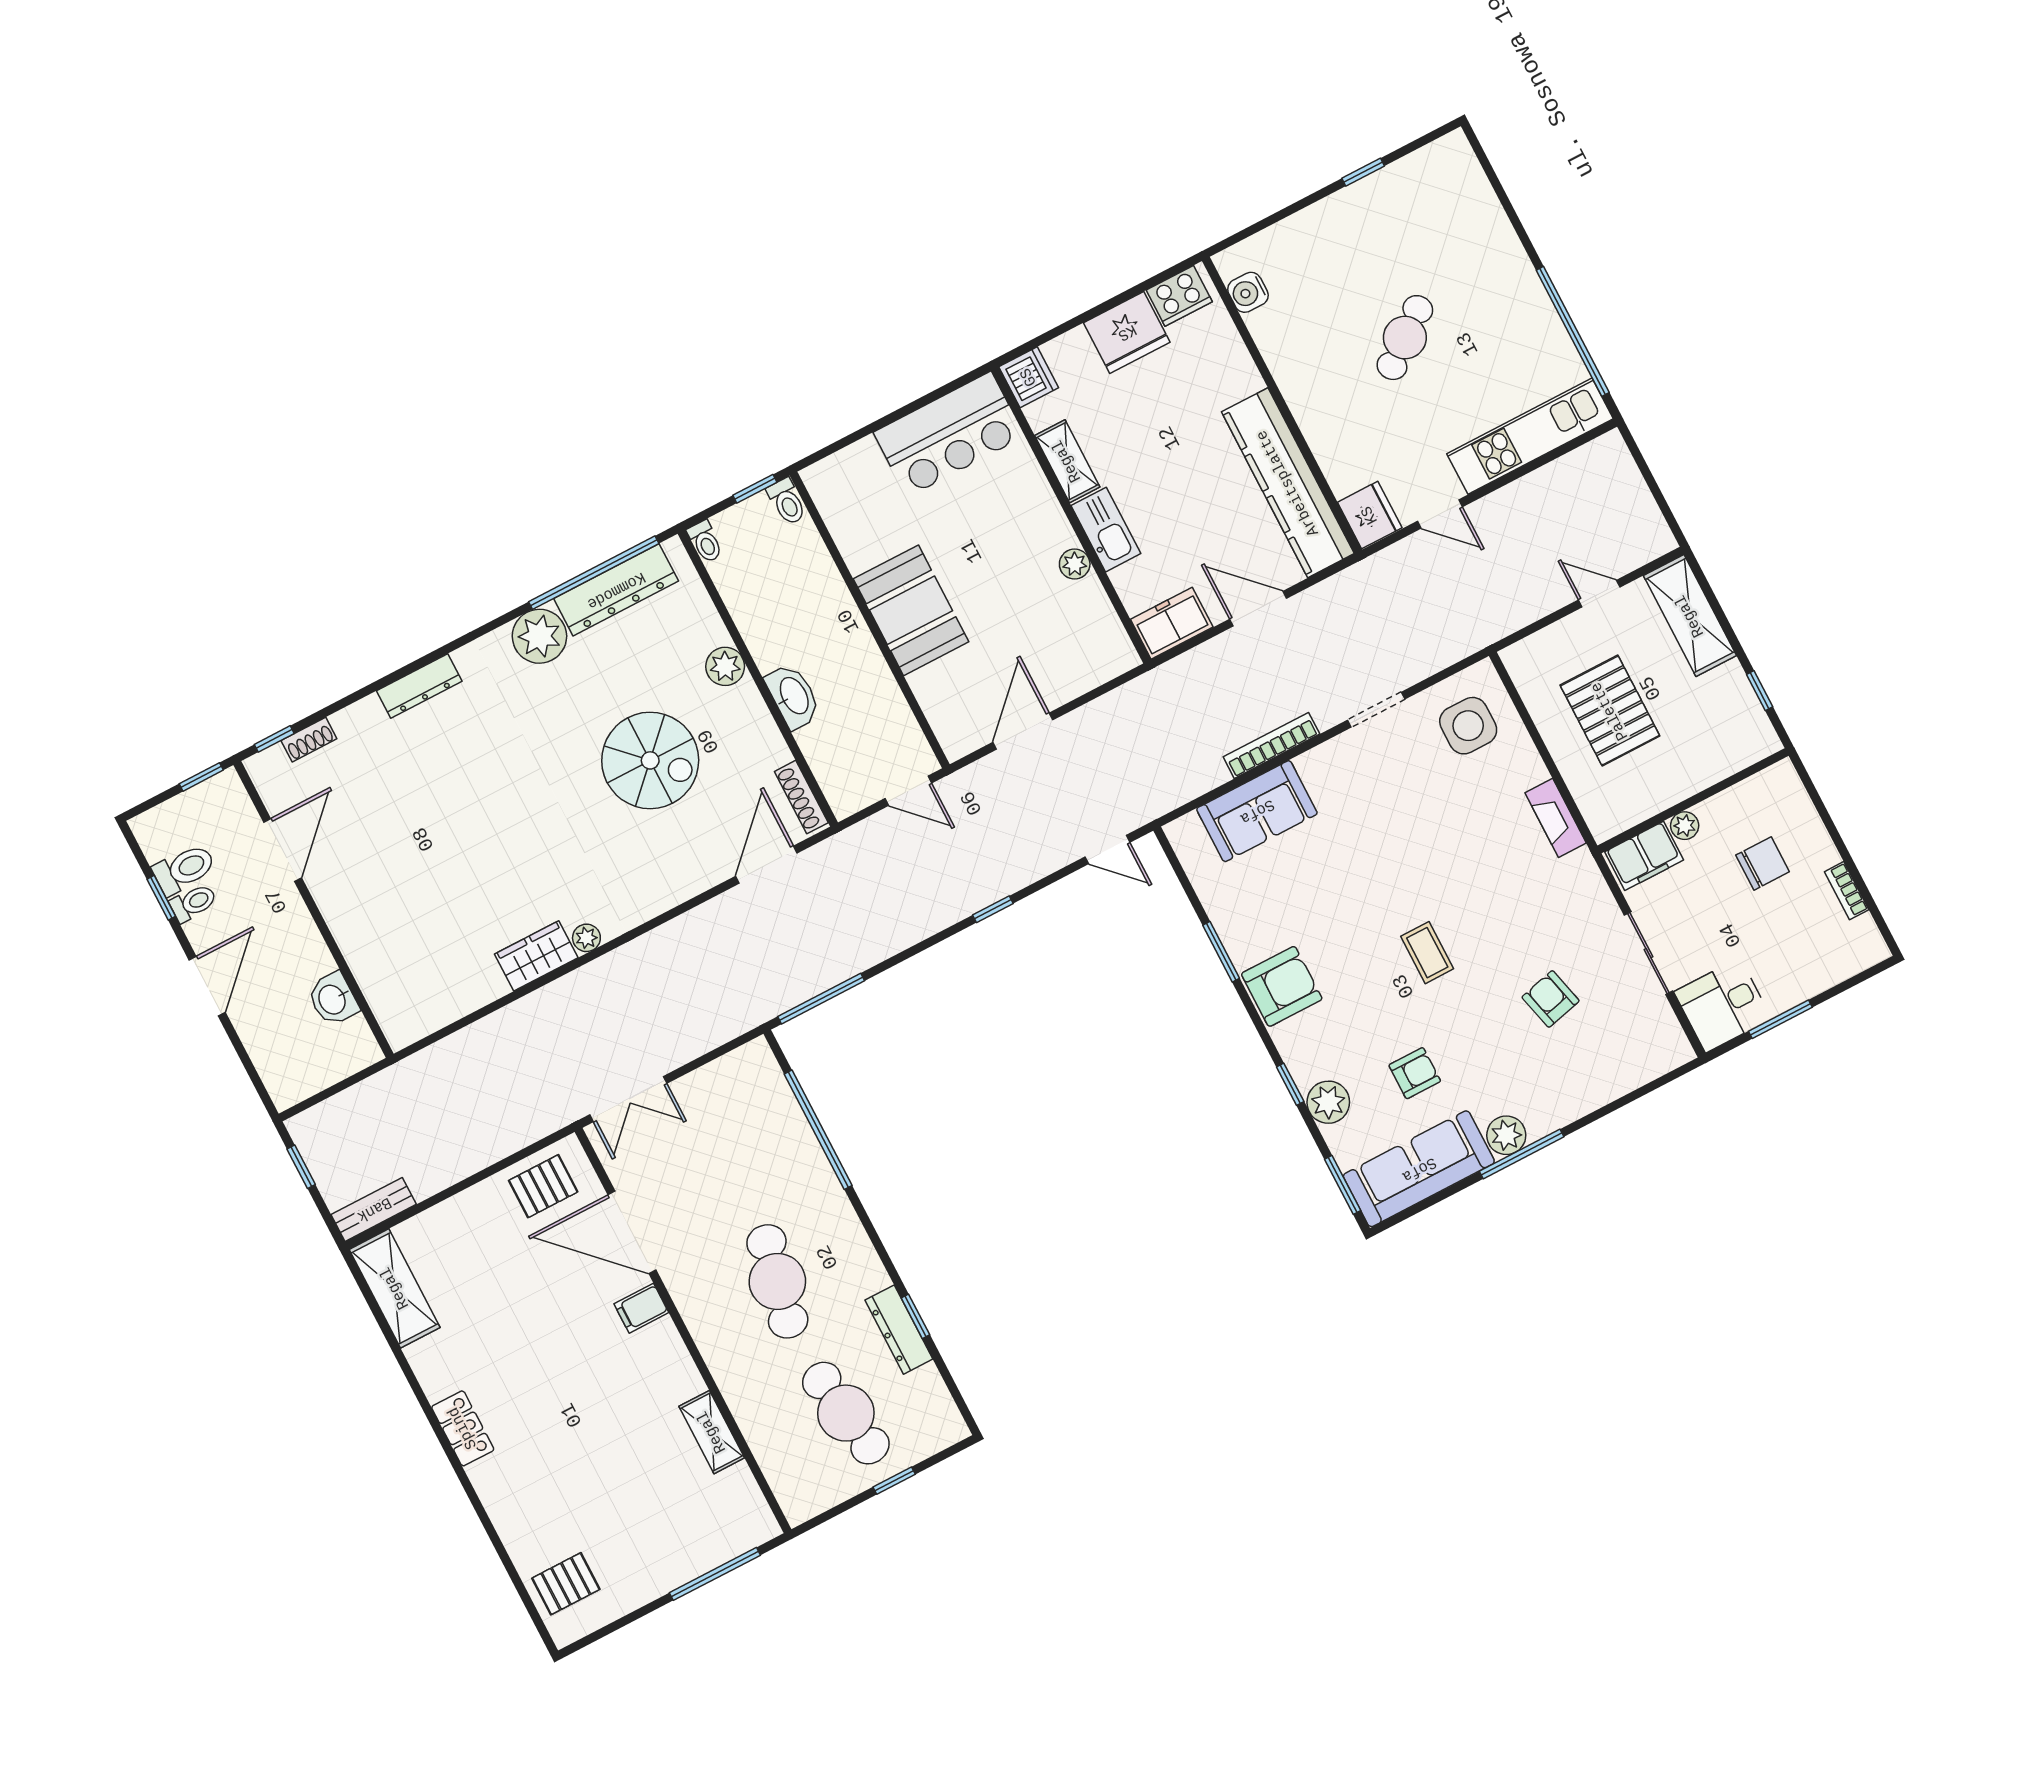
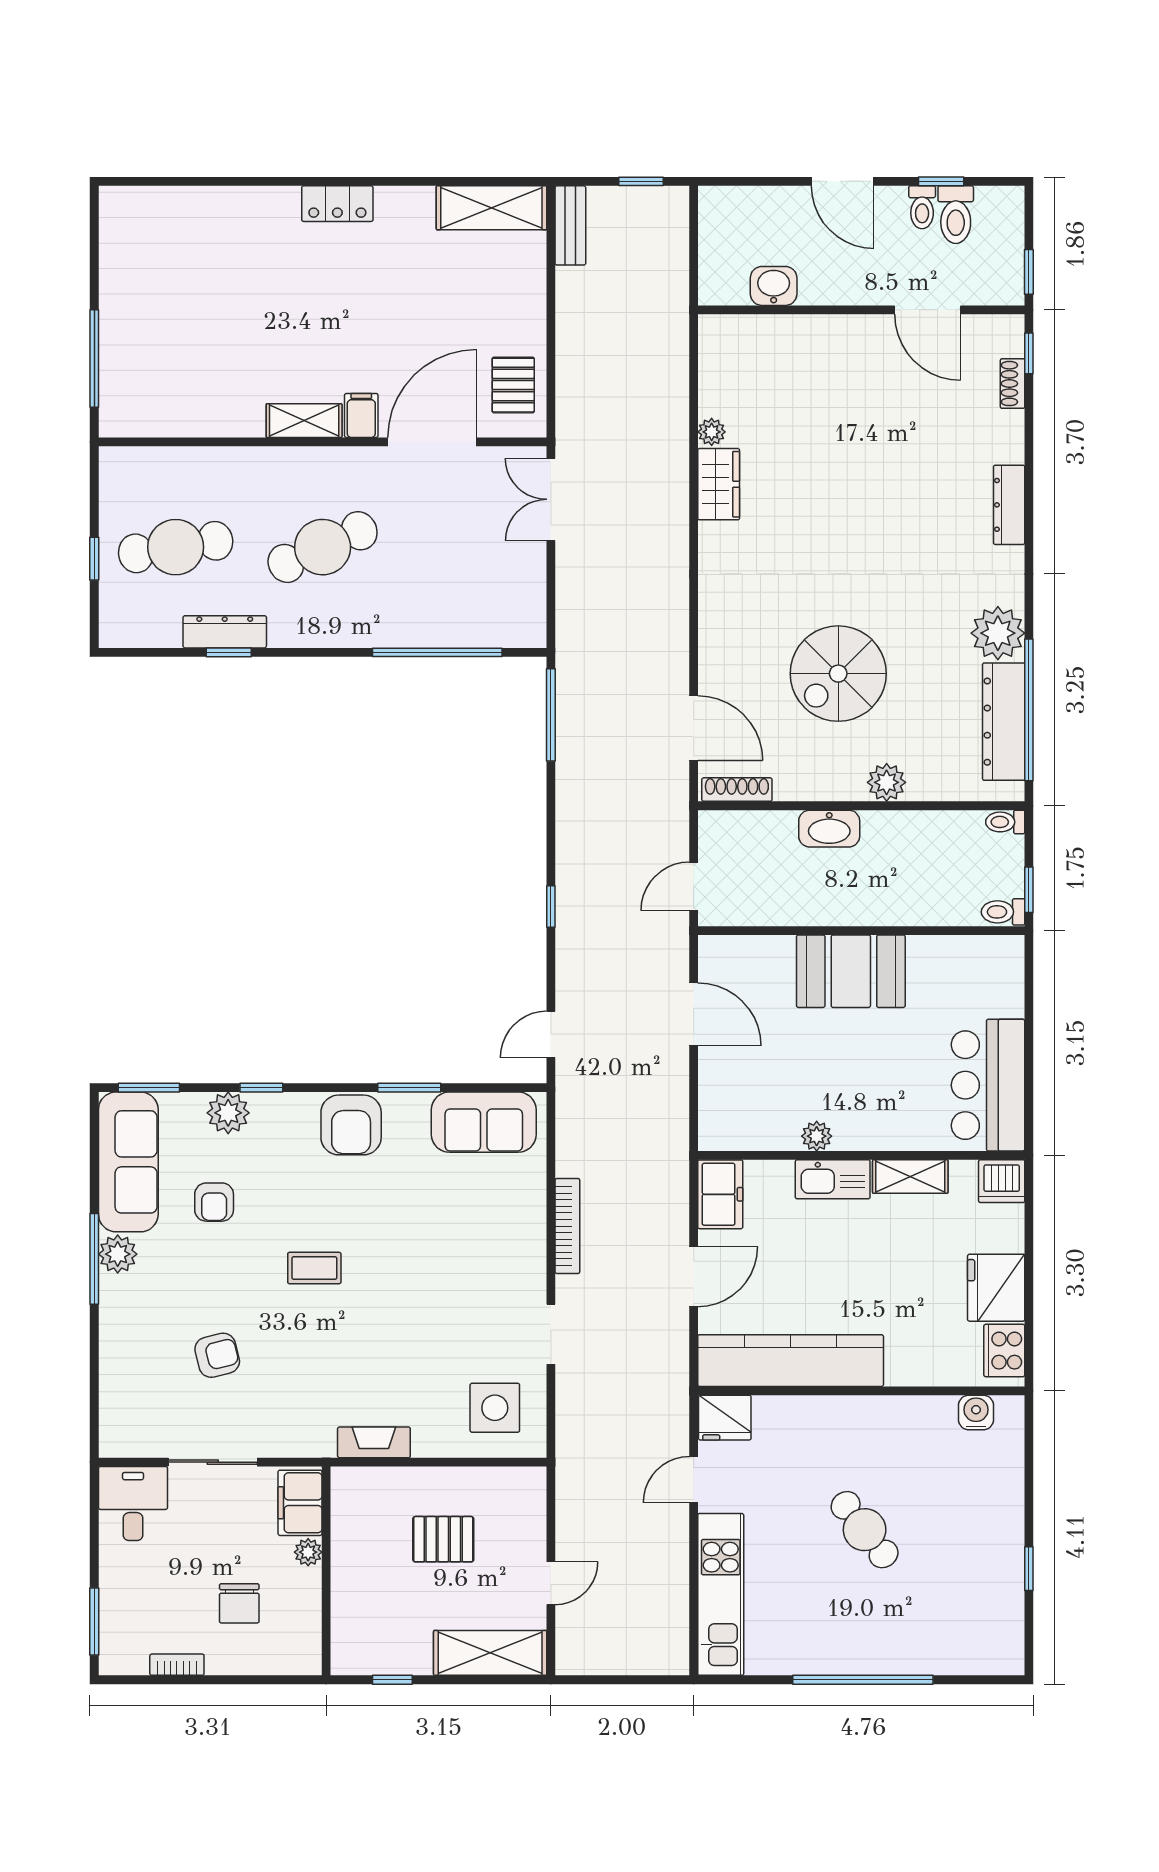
window: (1573, 331) -> (863, 1680), moved
pallet: (1610, 711) -> (443, 1539), width x0.67, depth x0.71
sofa: (1257, 811) -> (484, 1122), moved, turned -90
plant: (586, 938) -> (712, 432), moved
window: (1780, 1019) -> (94, 1622), moved
cafe table: (777, 1281) -> (323, 547), turned -36
shelving: (712, 1432) -> (304, 421), moved
pallet: (566, 1584) -> (154, 223), removed

